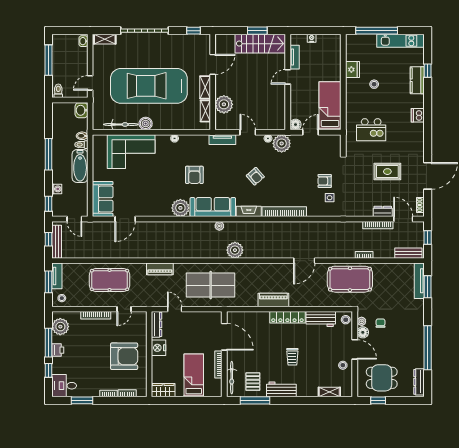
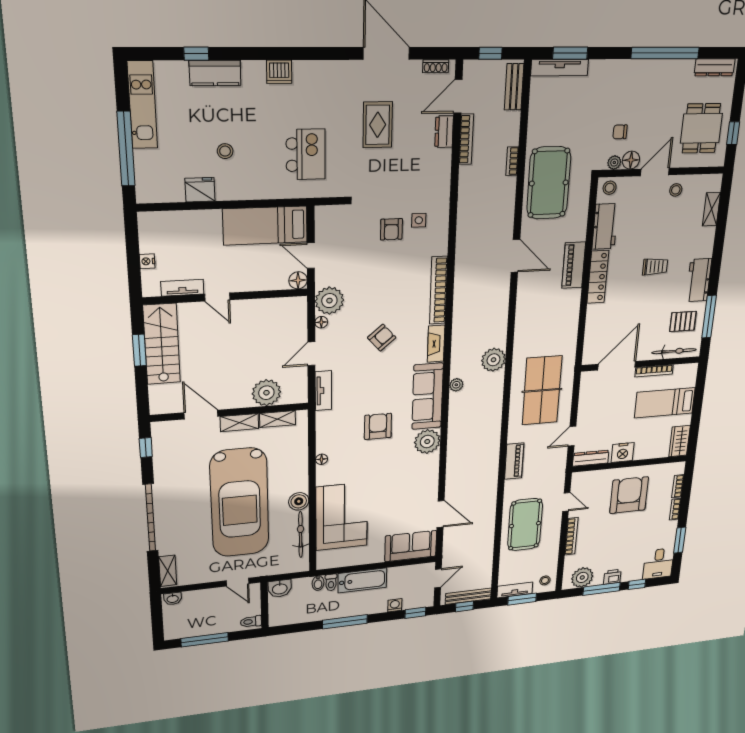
armchair: (194, 175) -> (378, 426), turned -90
piano: (273, 300) -> (574, 265), moved

